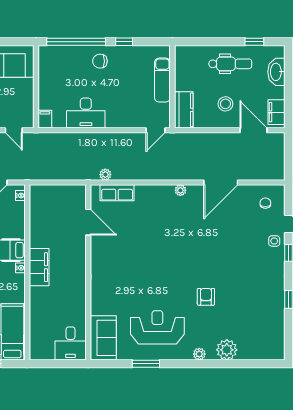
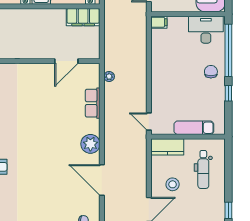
dental chair: (230, 64) -> (203, 169), moved
desk: (86, 113) -> (206, 30), moved, turned 90
plant: (180, 190) -> (90, 144), width x1.87, depth x1.87
row of seats: (117, 193) -> (93, 103), moved
filing cabinet: (39, 267) -> (83, 17), moved

